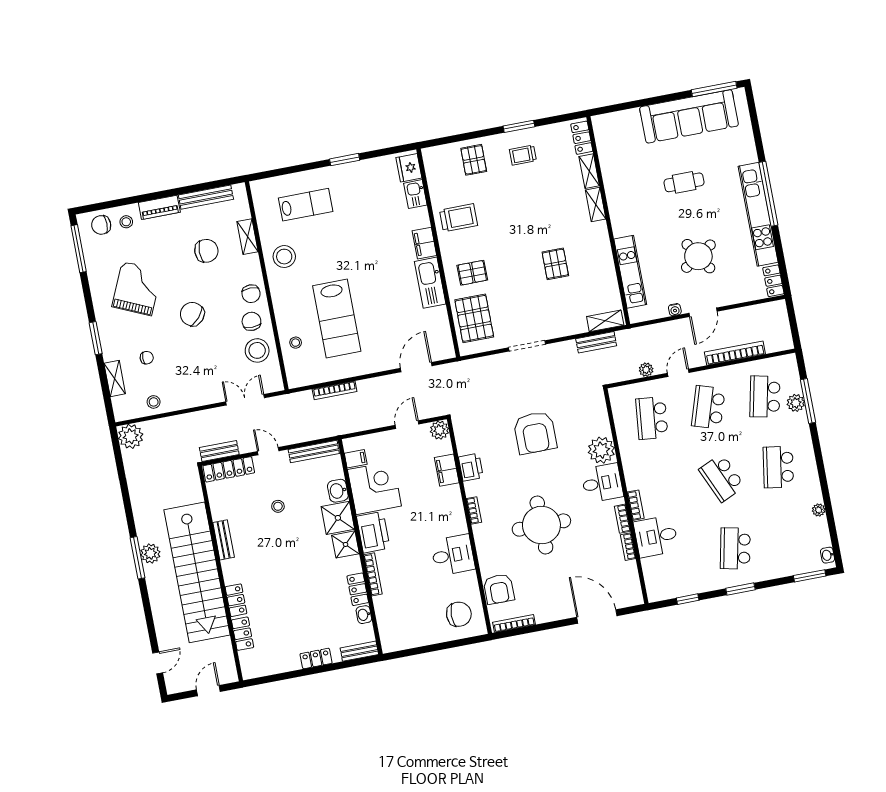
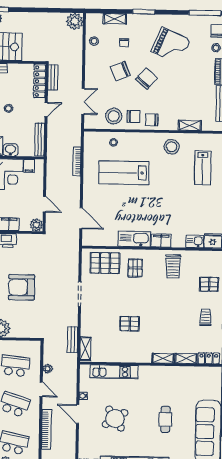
chair: (206, 251) -> (120, 71), moved, turned 67

